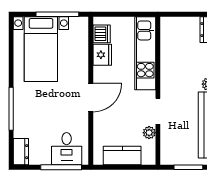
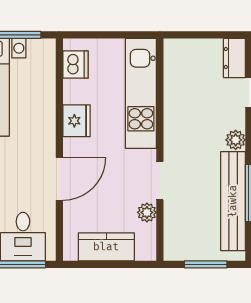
fridge: (102, 55) -> (76, 121), moved
door: (91, 98) -> (59, 179), moved

